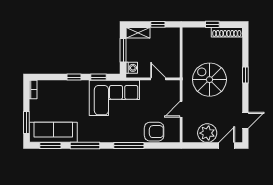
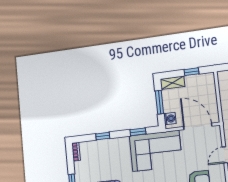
window: (74, 77) -> (103, 136), moved
door: (158, 79) -> (198, 126), width x1.87

